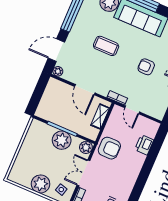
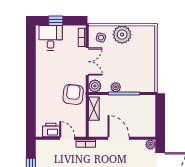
shelving: (100, 117) -> (94, 109), moved
plant: (62, 140) -> (116, 87), width x0.53, depth x0.53
printer: (144, 145) -> (51, 130), moved, turned -90
armchair: (109, 148) -> (73, 94), turned 96

